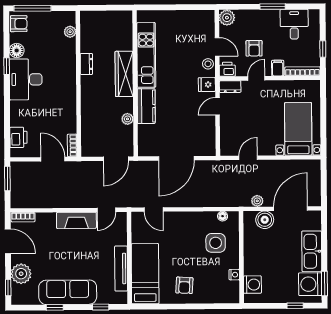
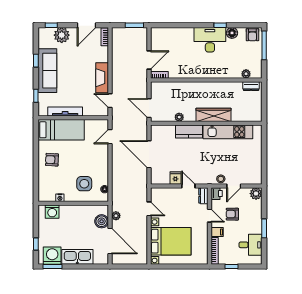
dresser: (86, 64) -> (251, 86), moved
fridge: (207, 85) -> (175, 178), moved
bed with nightstands: (298, 129) -> (171, 241), width x1.36
printer: (18, 137) -> (166, 34), removed

